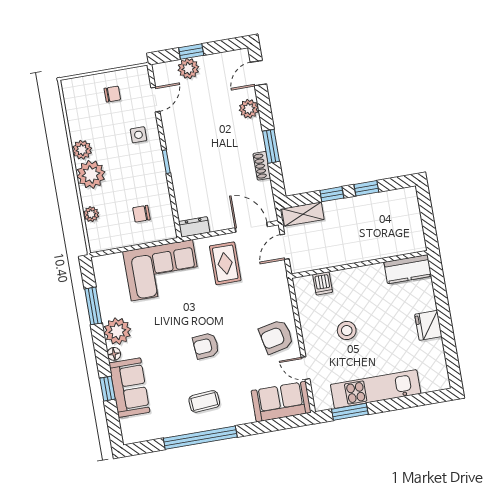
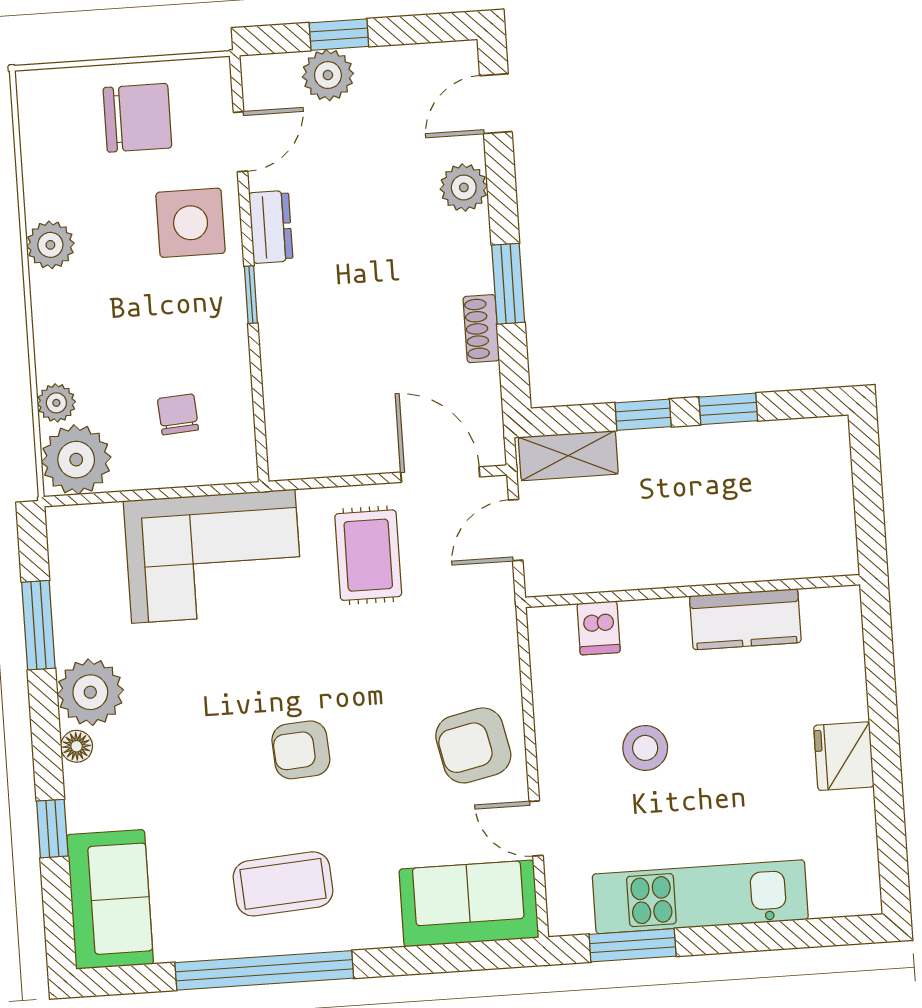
chair: (112, 94) -> (137, 118), width x1.87, depth x1.87
side table: (138, 135) -> (191, 223), width x1.87, depth x1.87
plant: (91, 174) -> (76, 460), moved
chair: (141, 214) -> (178, 414), turned 86
dresser: (194, 227) -> (271, 227), moved, turned 90
kitchen counter: (408, 269) -> (745, 619), moved
sofa: (129, 388) -> (110, 899), moved
coffee table: (204, 401) -> (283, 884), width x1.36, depth x1.30

